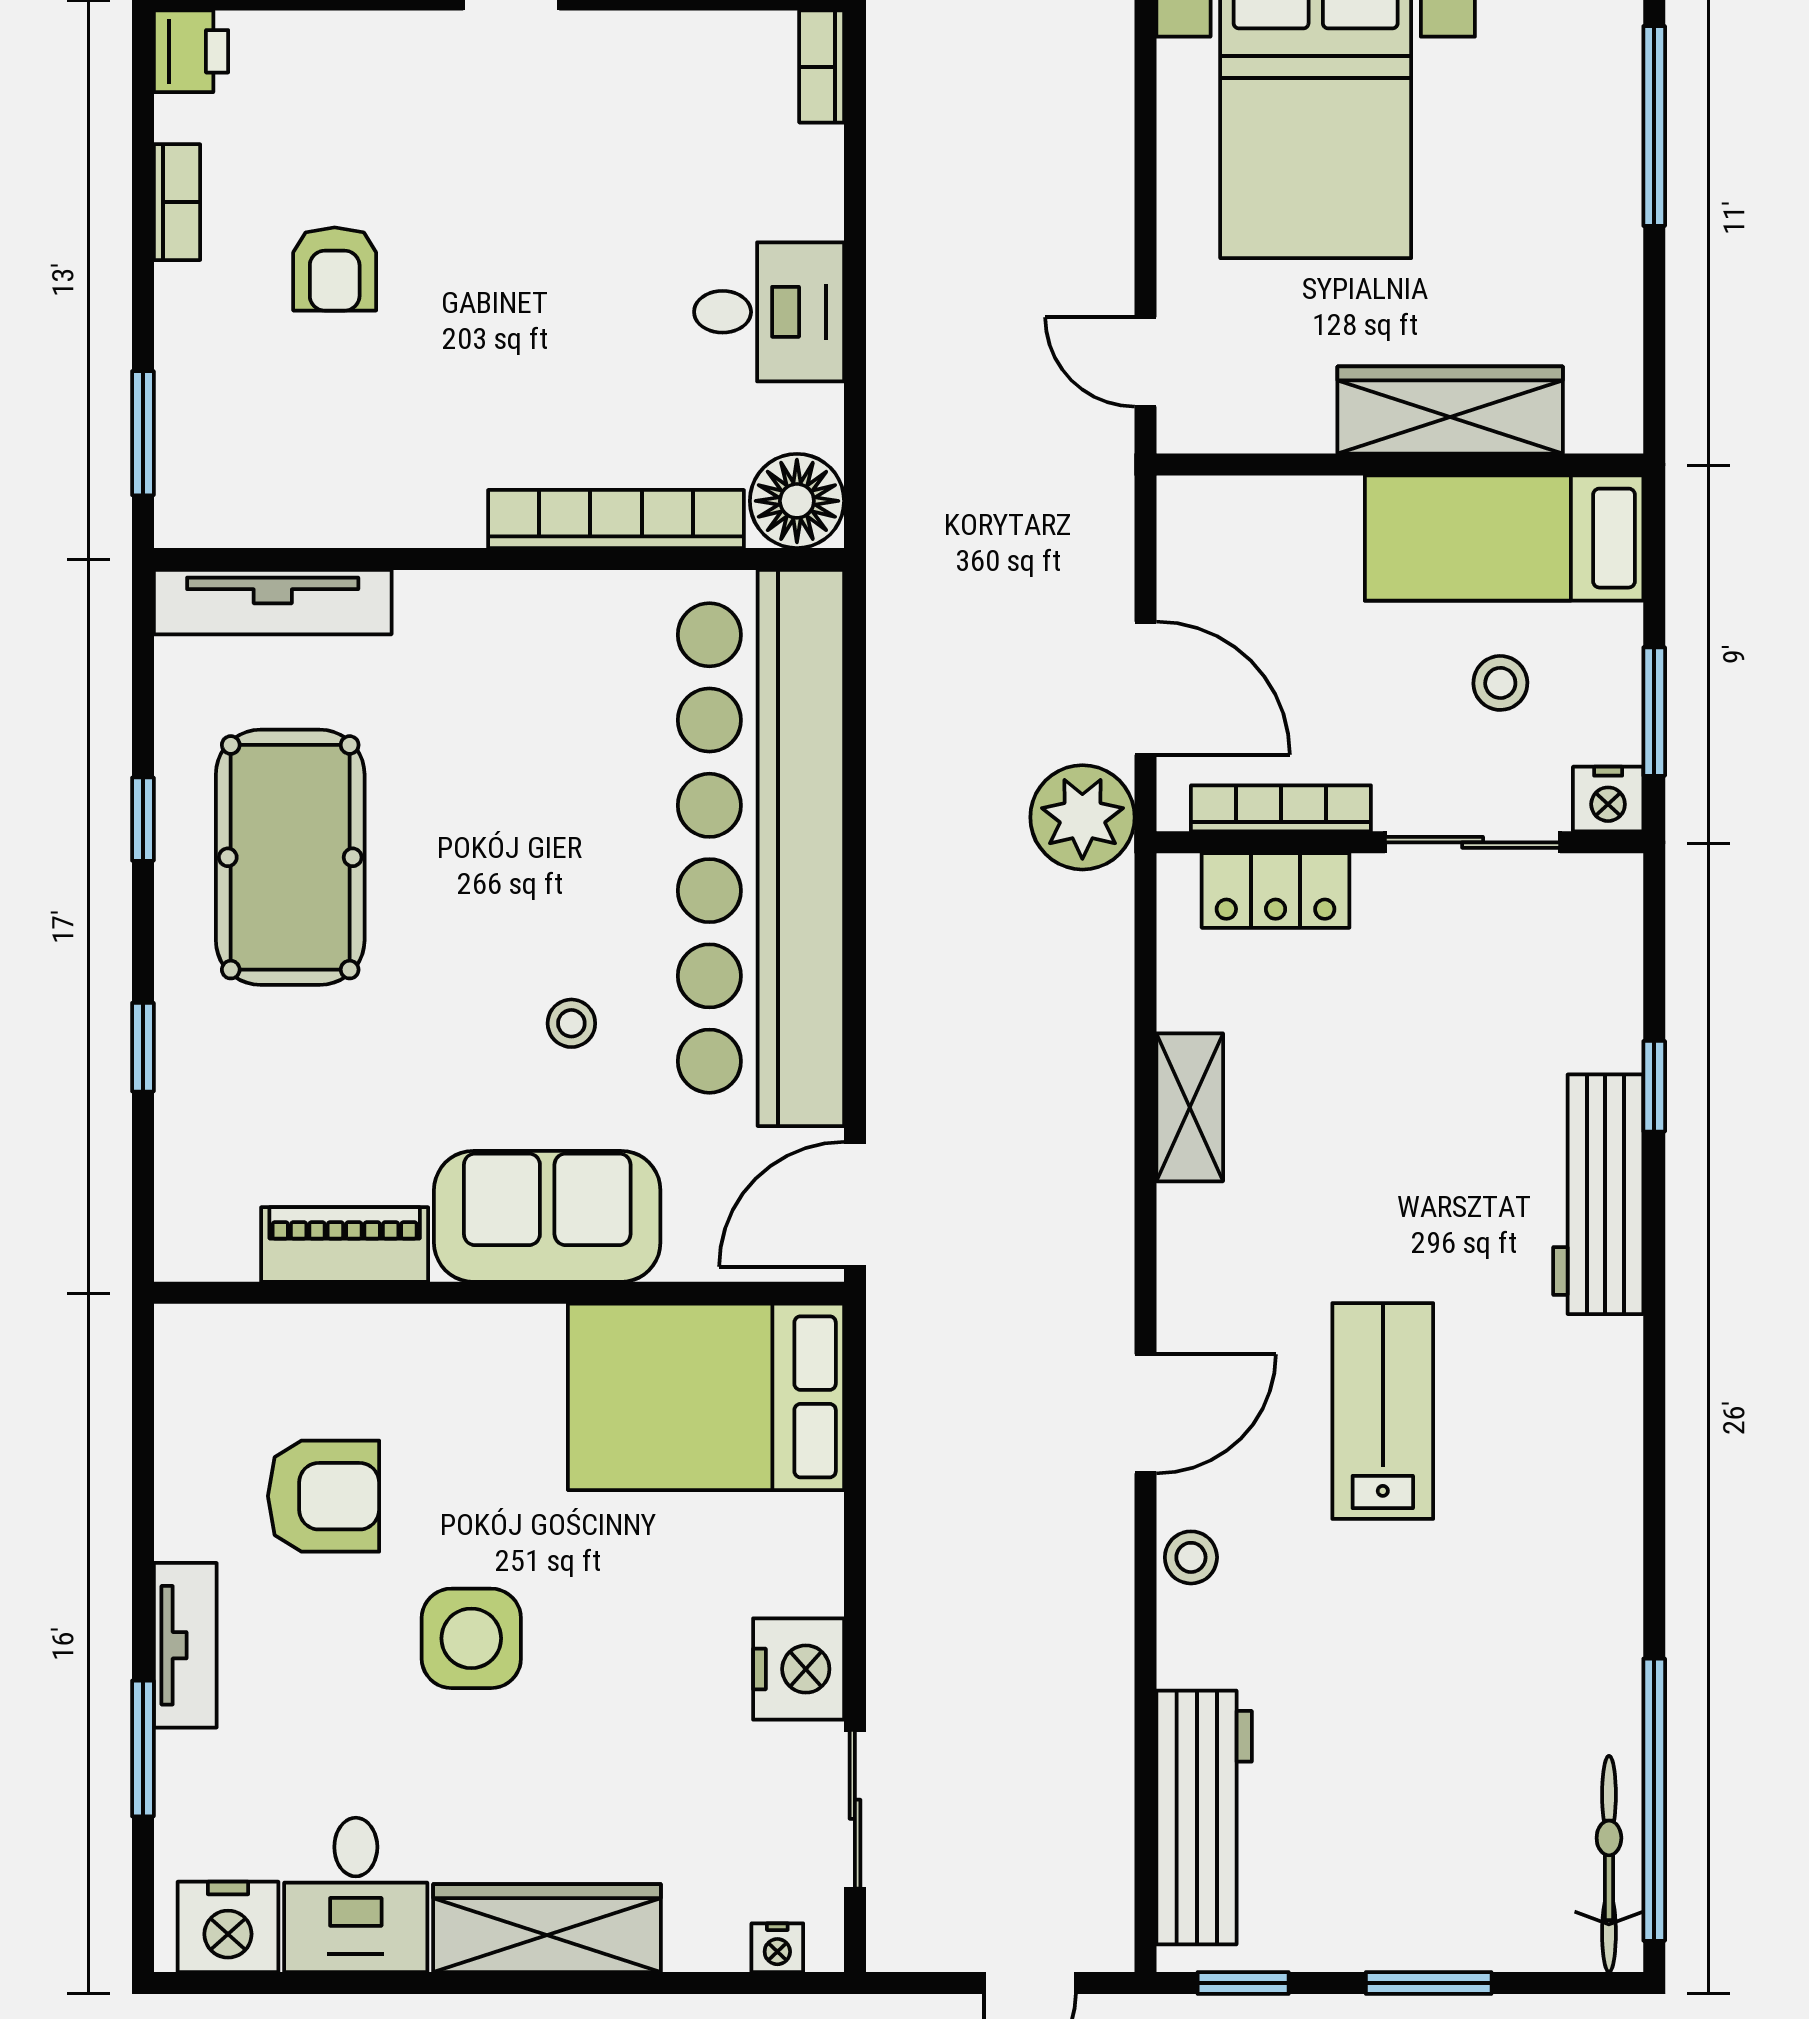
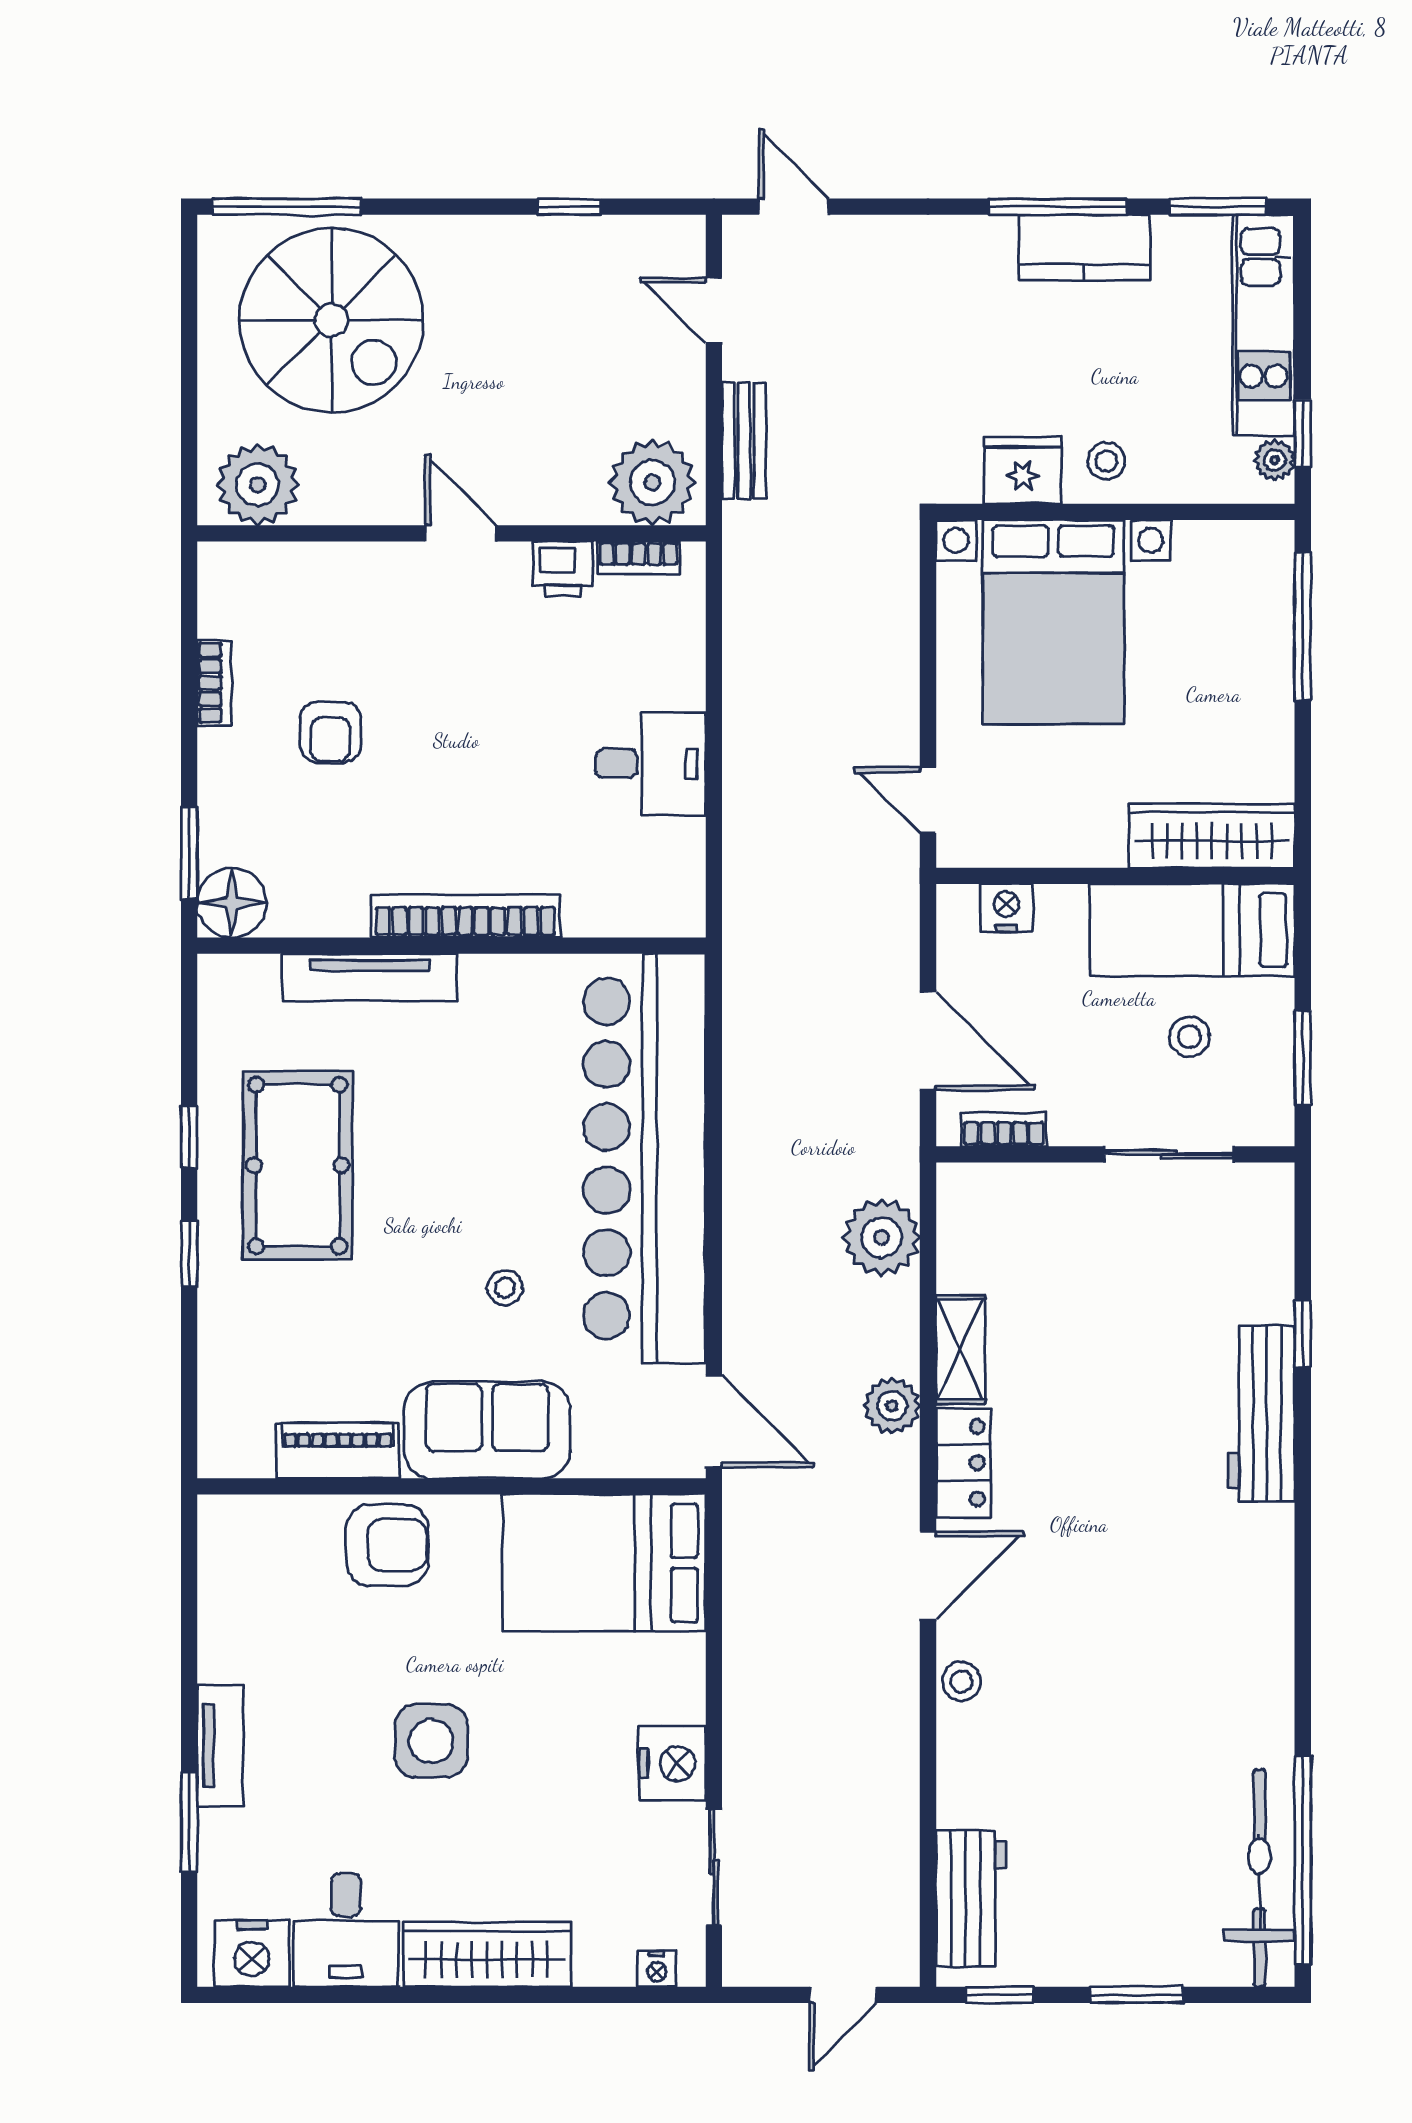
printer: (191, 51) -> (563, 569), moved, turned 90
bookcase: (822, 67) -> (639, 558), moved, turned -90
wardrobe: (1450, 410) -> (1212, 836), moved
floor lamp: (797, 501) -> (232, 903), moved
bookcase: (616, 519) -> (465, 916), moved
tv unit: (273, 602) -> (370, 977), moved
nightstand: (1608, 799) -> (1006, 908), moved, turned 180
bookcase: (1281, 808) -> (1004, 1129), width x0.64
plant: (1082, 817) -> (882, 1237), moved
locker: (1276, 891) -> (964, 1463), moved, turned -90
window: (143, 1047) -> (189, 1254), moved
plant: (1097, 1184) -> (892, 1406), added
door: (855, 1204) -> (714, 1421), swing flipped
lab bench: (1383, 1411) -> (1103, 1573), removed
armchair: (324, 1496) -> (387, 1545), moved
workbench: (1204, 1818) -> (971, 1898), width x0.73
bicycle: (1609, 1864) -> (1259, 1878), width x1.37, depth x1.40

